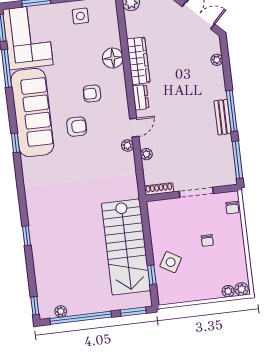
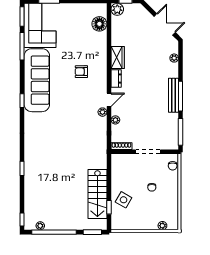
side table: (80, 16) -> (80, 15), removed
floor lamp: (113, 58) -> (99, 24), moved
wardrobe: (138, 61) -> (118, 58), width x0.67
bench: (223, 117) -> (173, 95), width x1.36
armchair: (77, 127) -> (68, 94), removed
stairs: (126, 247) -> (97, 194), width x0.73, depth x0.66
plant: (242, 289) -> (172, 225), removed

